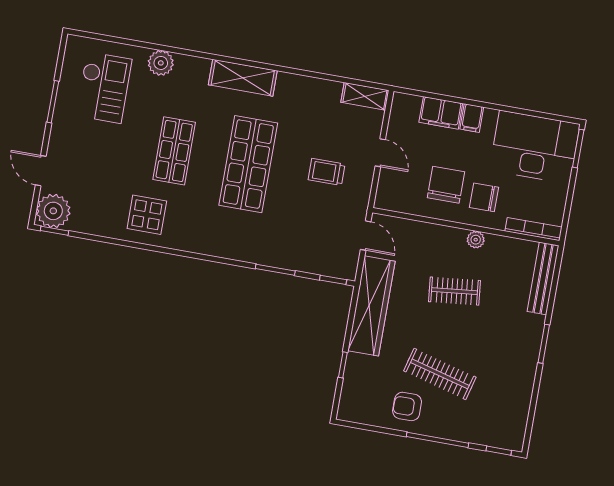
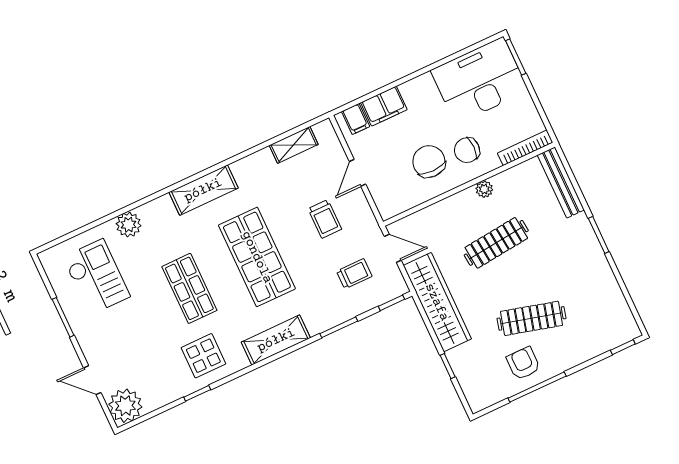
shelving: (365, 96) -> (294, 145), moved
filing cabinet: (472, 118) -> (356, 119), moved
door: (380, 153) -> (358, 173), swing flipped
trolley: (327, 172) -> (325, 219), turned -90
window: (54, 231) -> (197, 393), moved
trolley: (319, 234) -> (354, 274), added
shelving: (216, 244) -> (276, 340), added
clothes rail: (454, 291) -> (496, 243), width x1.36
armchair: (407, 406) -> (523, 363), turned 90
window: (438, 440) -> (537, 387), moved

